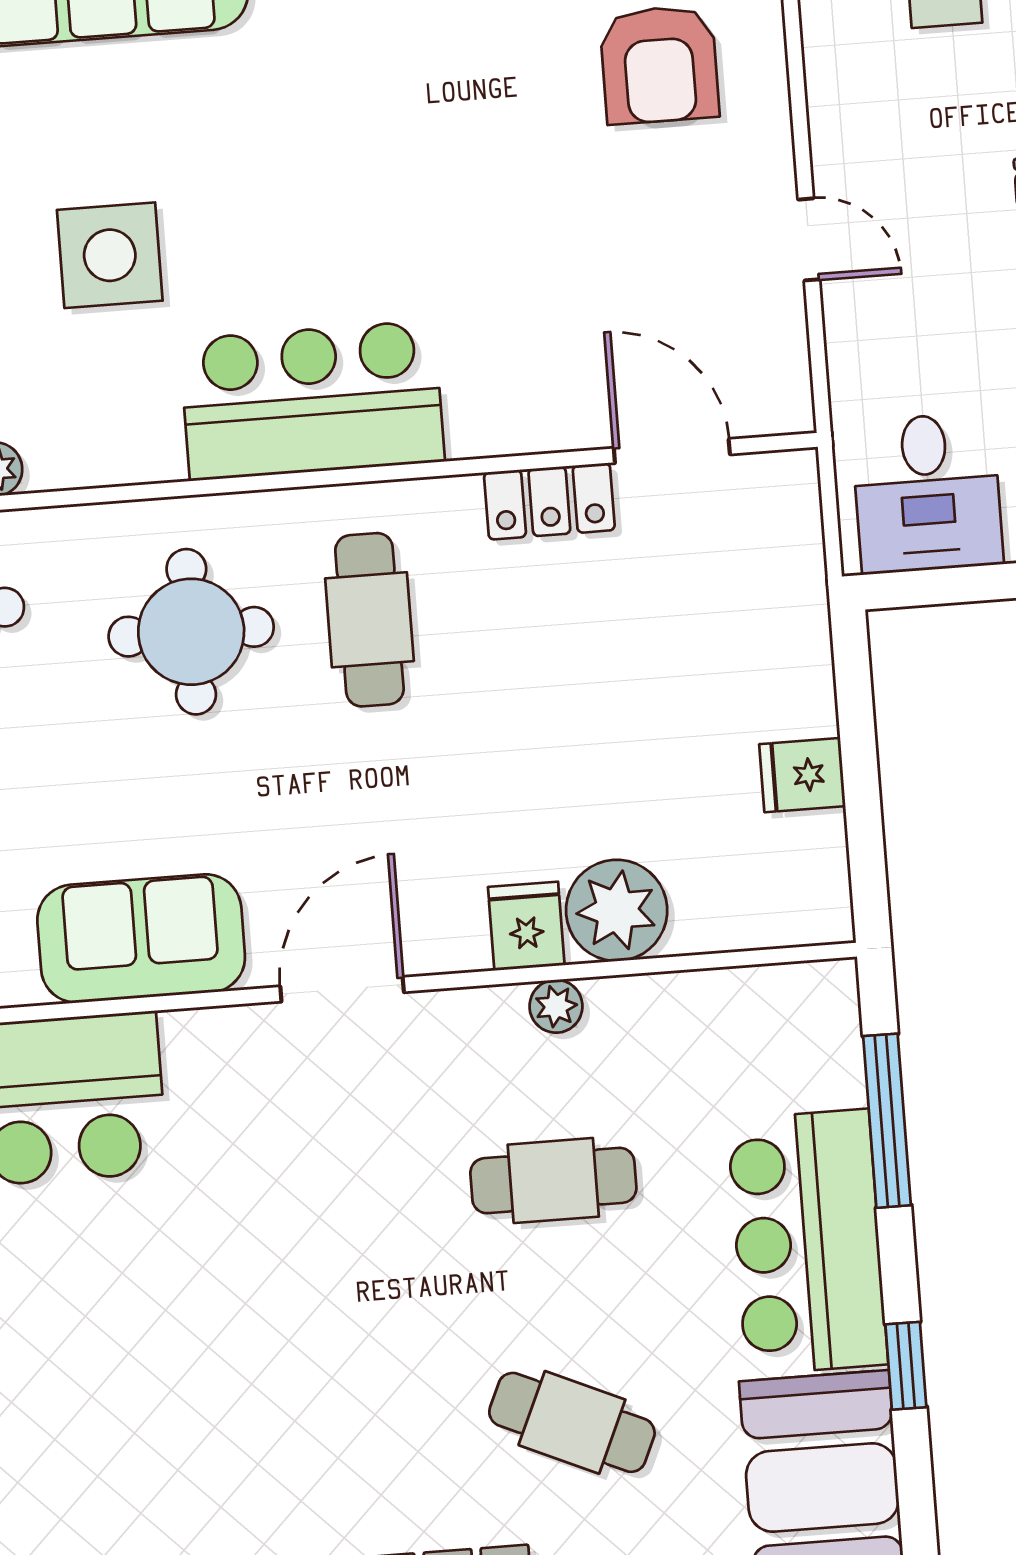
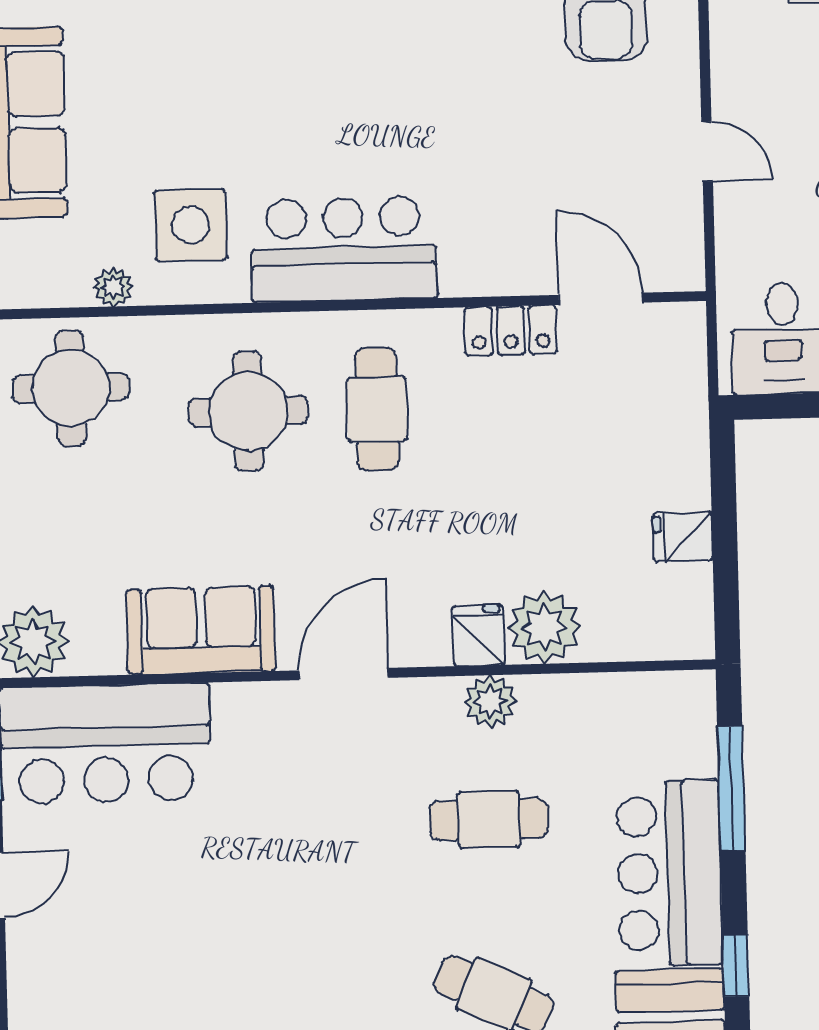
side table: (110, 255) -> (191, 225), moved
plant: (556, 1006) -> (490, 701), width x1.38, depth x1.38

